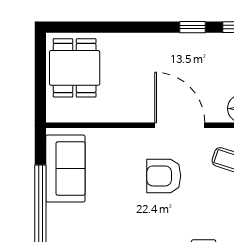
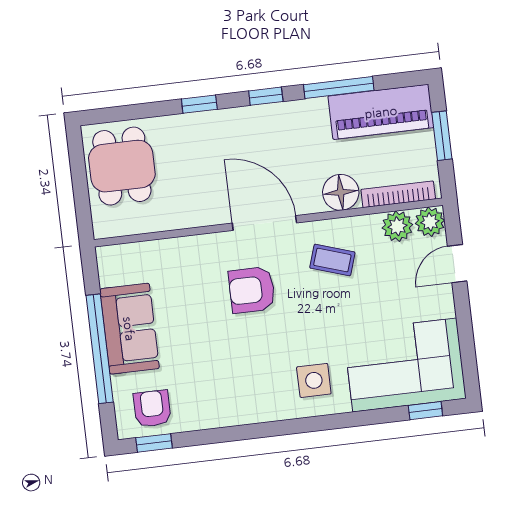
window: (140, 27) -> (199, 104), added
sofa: (65, 169) -> (129, 329), moved

